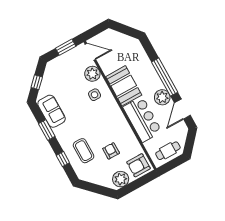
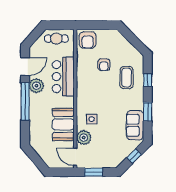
booth: (124, 86) -> (63, 124), moved
armchair: (138, 165) -> (88, 40), turned 90
plant: (121, 179) -> (109, 37), removed

